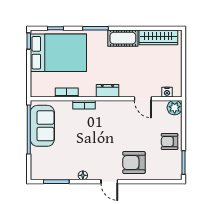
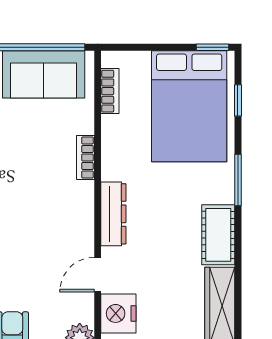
dresser: (107, 91) -> (113, 214), width x1.44
bookcase: (67, 92) -> (110, 91), moved
nightstand: (167, 92) -> (118, 313), width x1.89, depth x1.79

